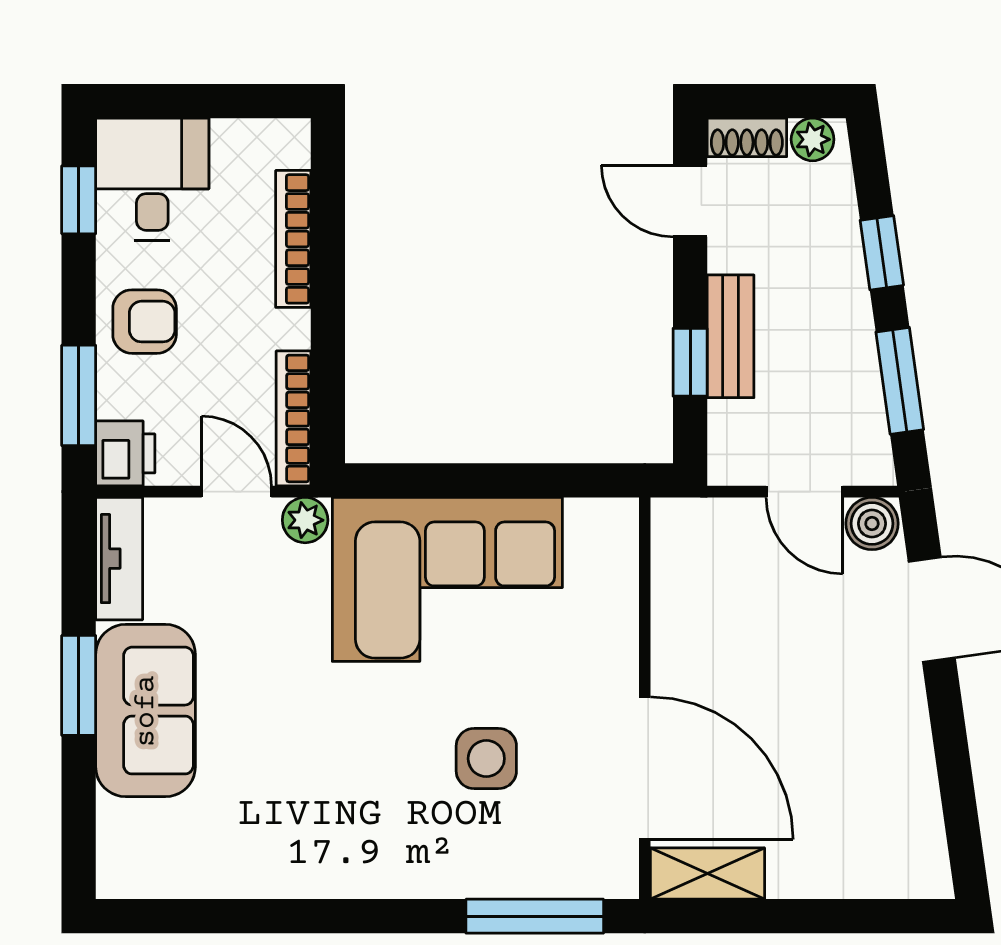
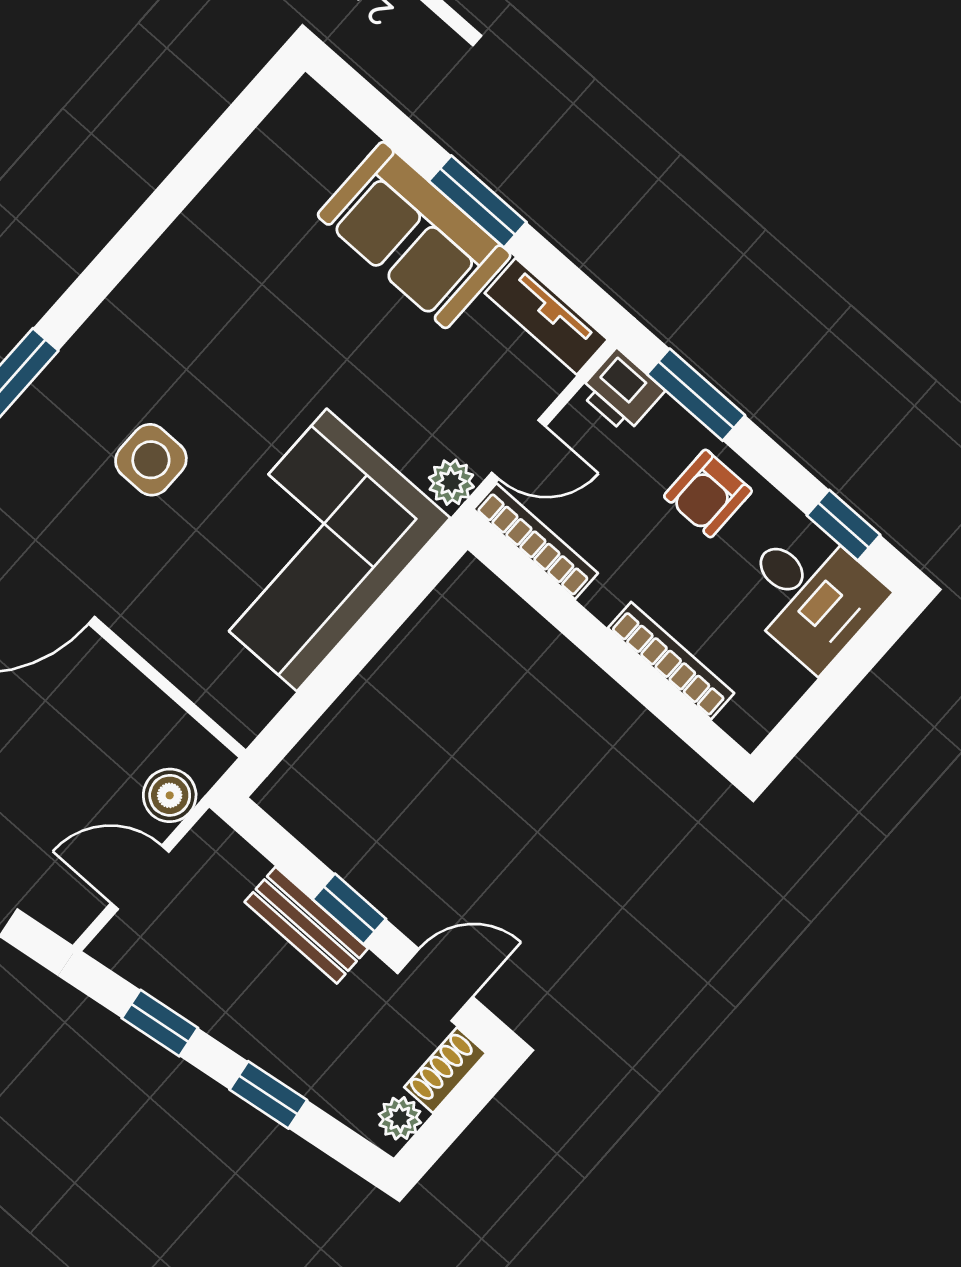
window: (690, 362) -> (349, 909), moved
window: (900, 381) -> (160, 1023), width x0.67
boiler: (872, 524) -> (170, 795), moved

